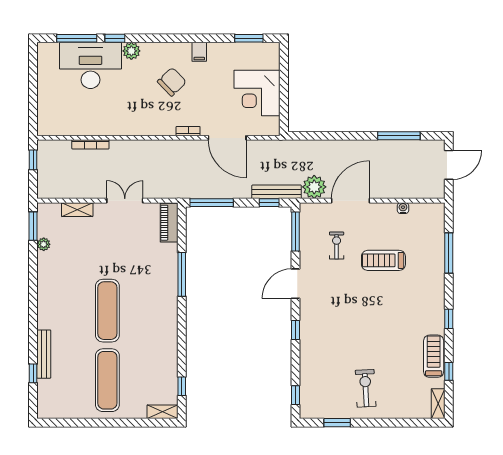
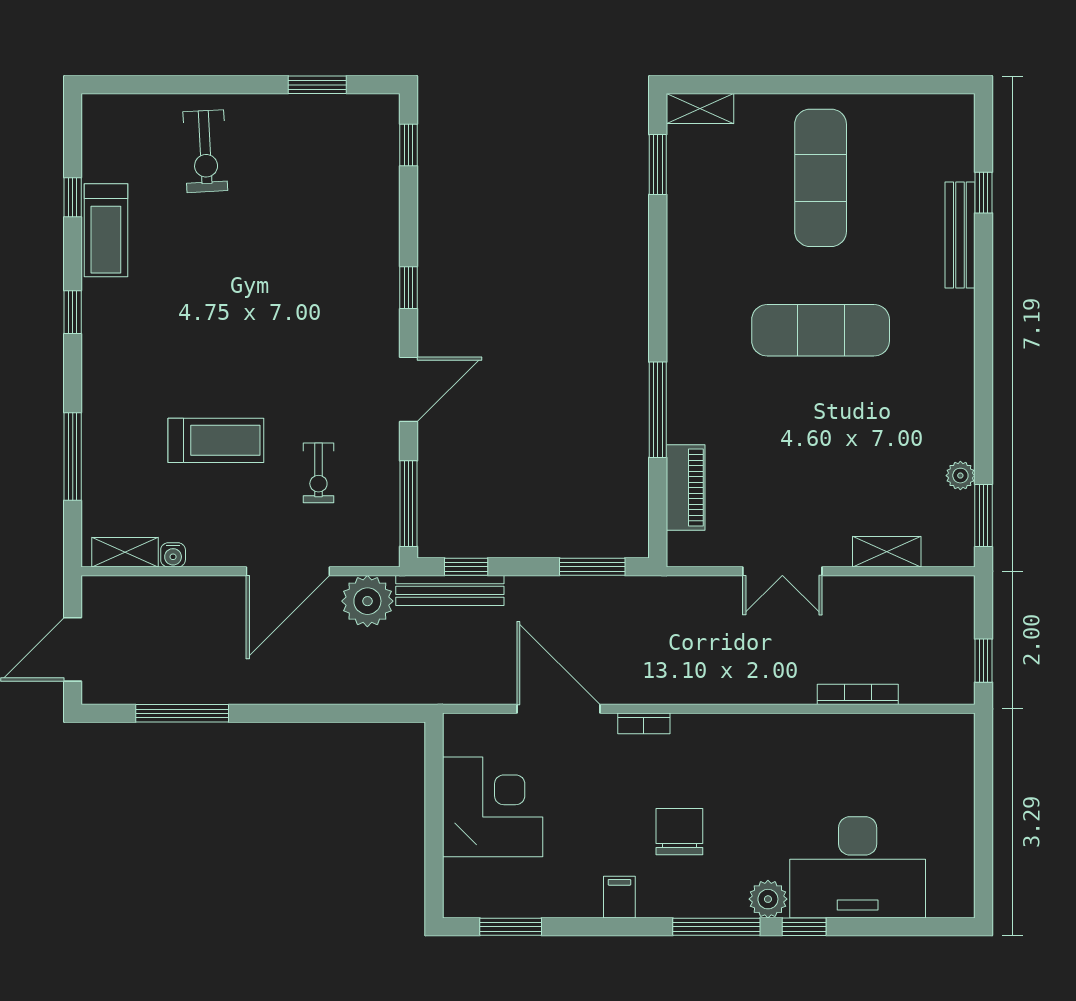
window: (77, 38) -> (716, 927), moved
chair: (172, 82) -> (679, 832), turned 134
window: (212, 203) -> (592, 567), width x0.69
piano: (169, 223) -> (686, 488), moved
exercise mat: (107, 311) -> (821, 330), turned 90
window: (182, 386) -> (658, 164), width x1.50
exercise bike: (366, 388) -> (205, 151), moved
shelving: (438, 404) -> (125, 552), moved, turned 90

